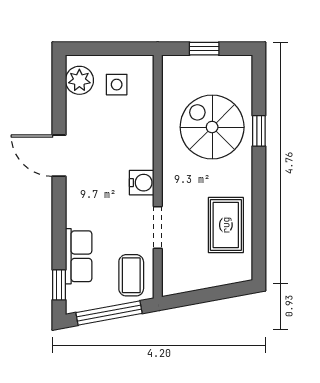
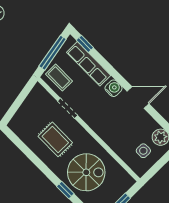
water cooler: (142, 183) -> (114, 88), moved, turned 180
rug: (226, 225) -> (55, 139), moved
row of seats: (79, 256) -> (89, 64), width x1.48

